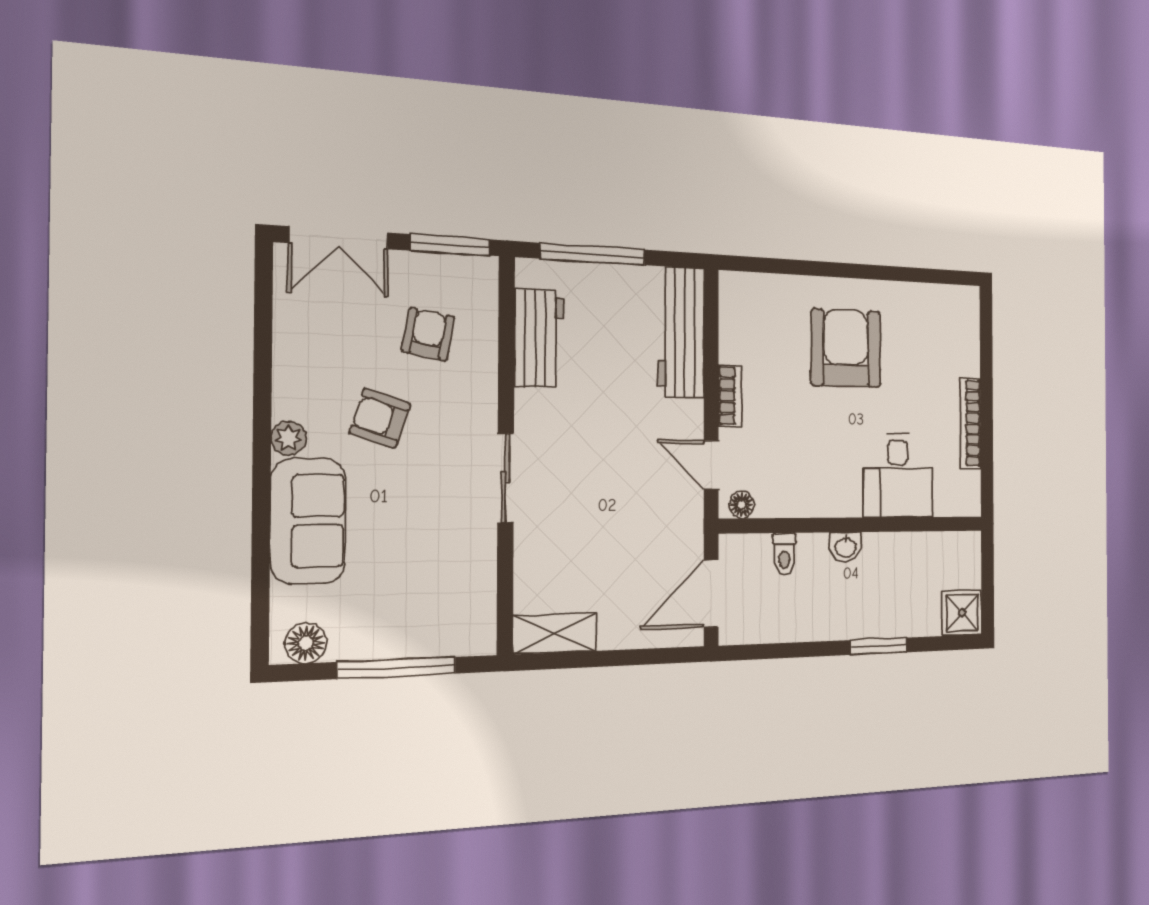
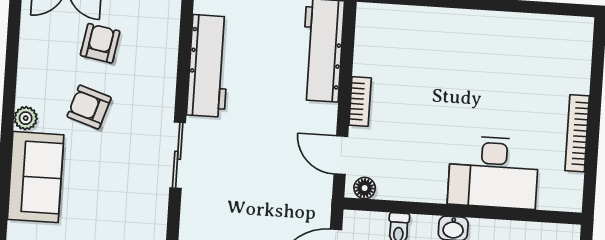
armchair: (428, 334) -> (100, 43), moved
workbench: (539, 338) -> (208, 66), width x1.38
armchair: (846, 348) -> (464, 67), removed
desk: (898, 475) -> (493, 172), width x1.37

